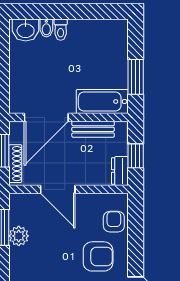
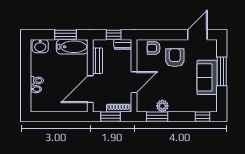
washbasin: (26, 30) -> (40, 46), moved, turned 90
bathtub: (102, 101) -> (72, 47), moved, turned -90
door: (46, 117) -> (90, 89), swing flipped

